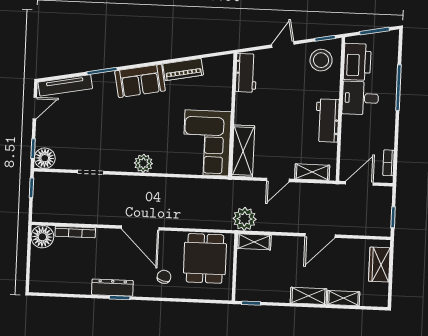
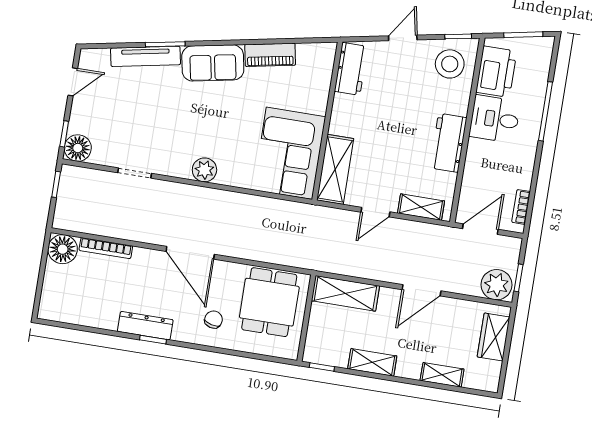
tv unit: (65, 85) -> (146, 56), moved
plant: (245, 219) -> (496, 285), moved
shelving: (254, 242) -> (345, 293), width x1.50, depth x1.33
shelving: (308, 296) -> (372, 362), moved

